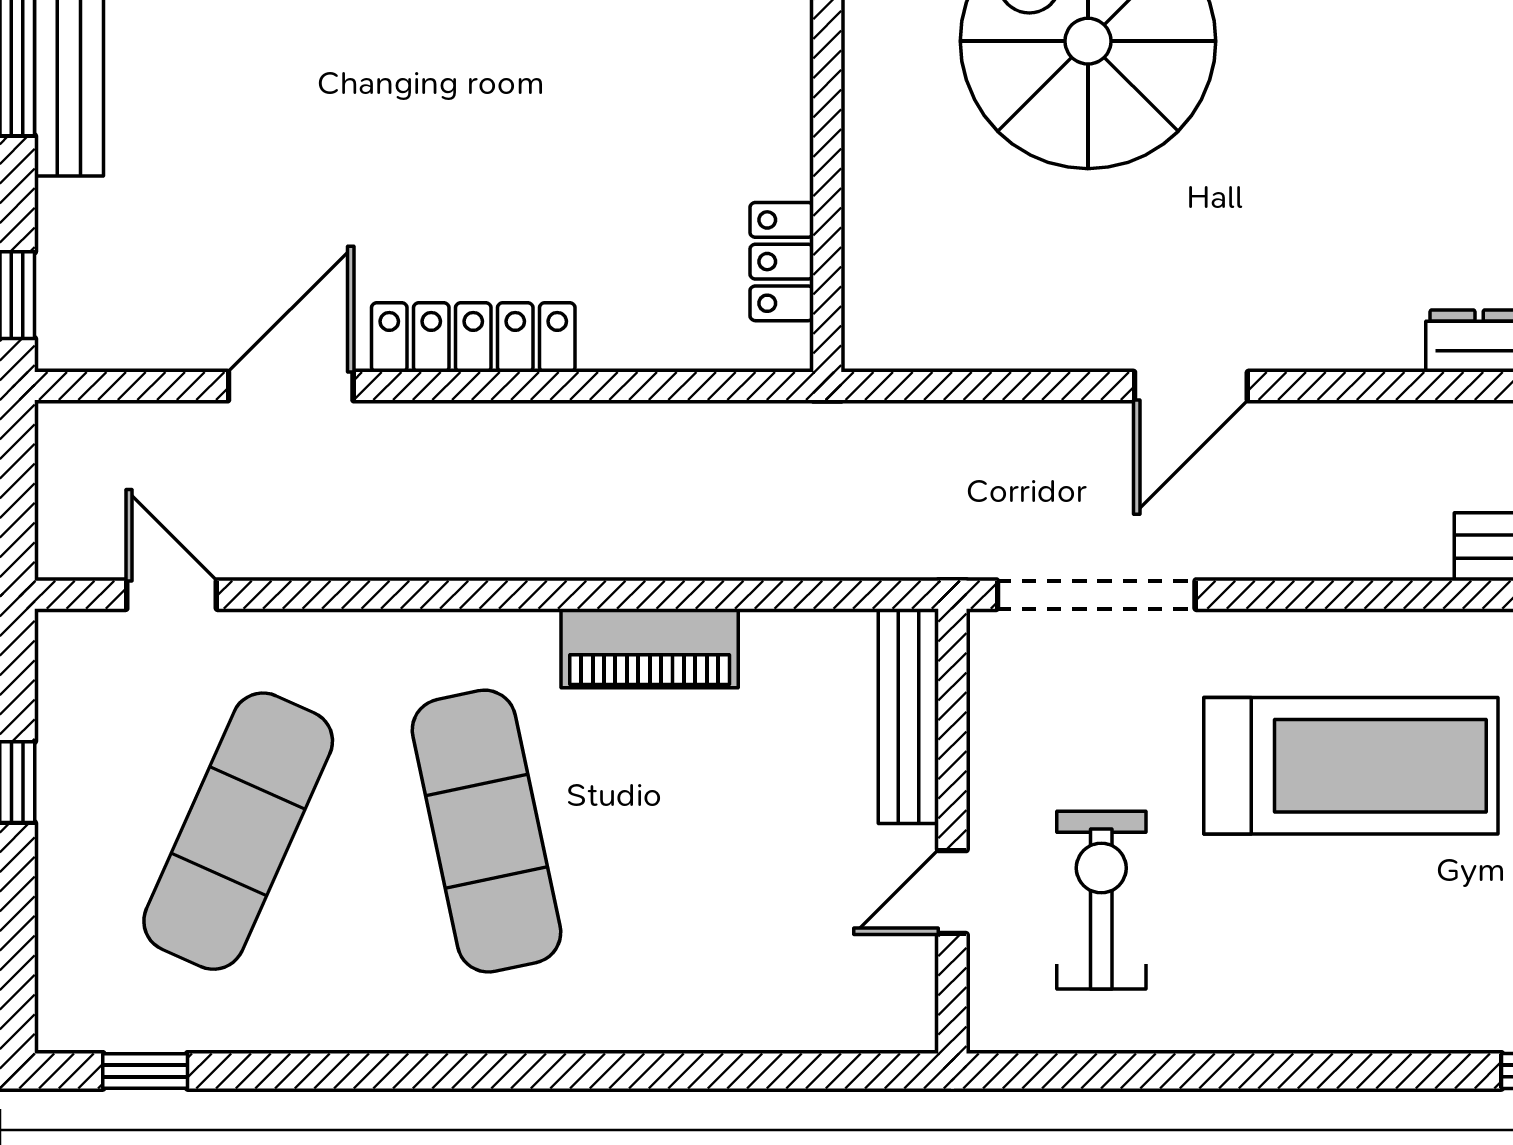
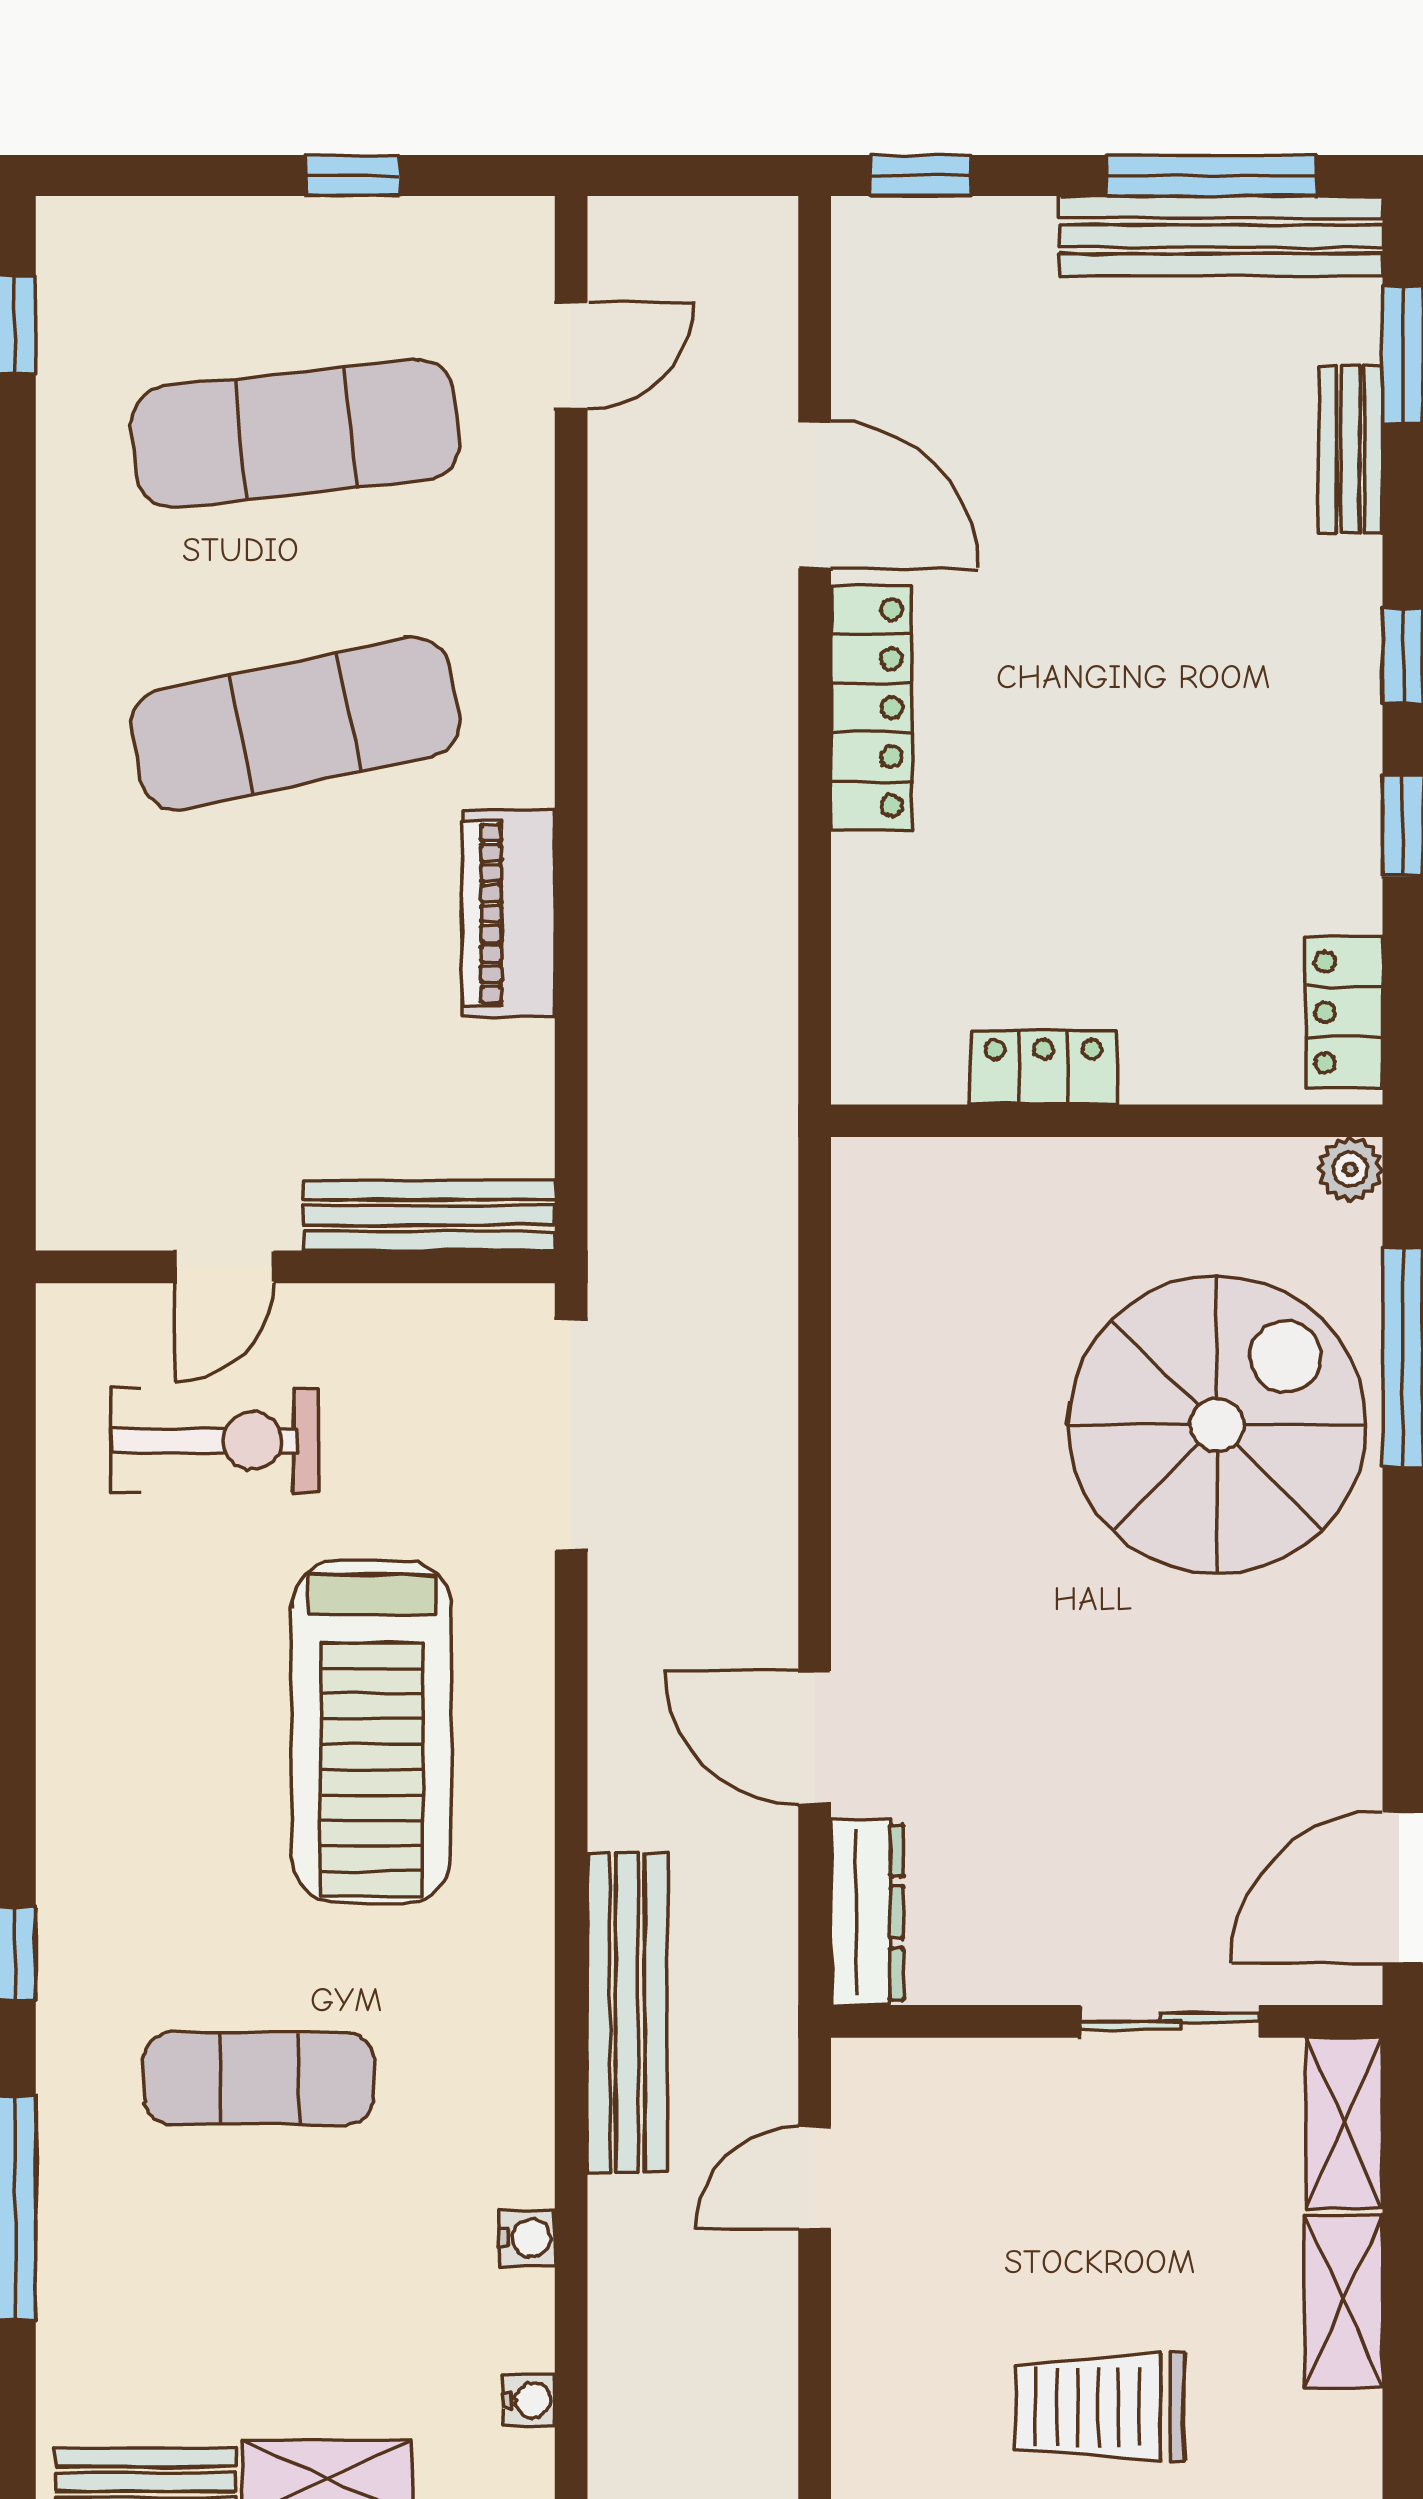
locker: (782, 262) -> (1043, 1068), moved
door: (1191, 386) -> (815, 1738), moved
exercise mat: (238, 831) -> (295, 433), turned -30
door: (952, 892) -> (224, 1267), swing flipped

